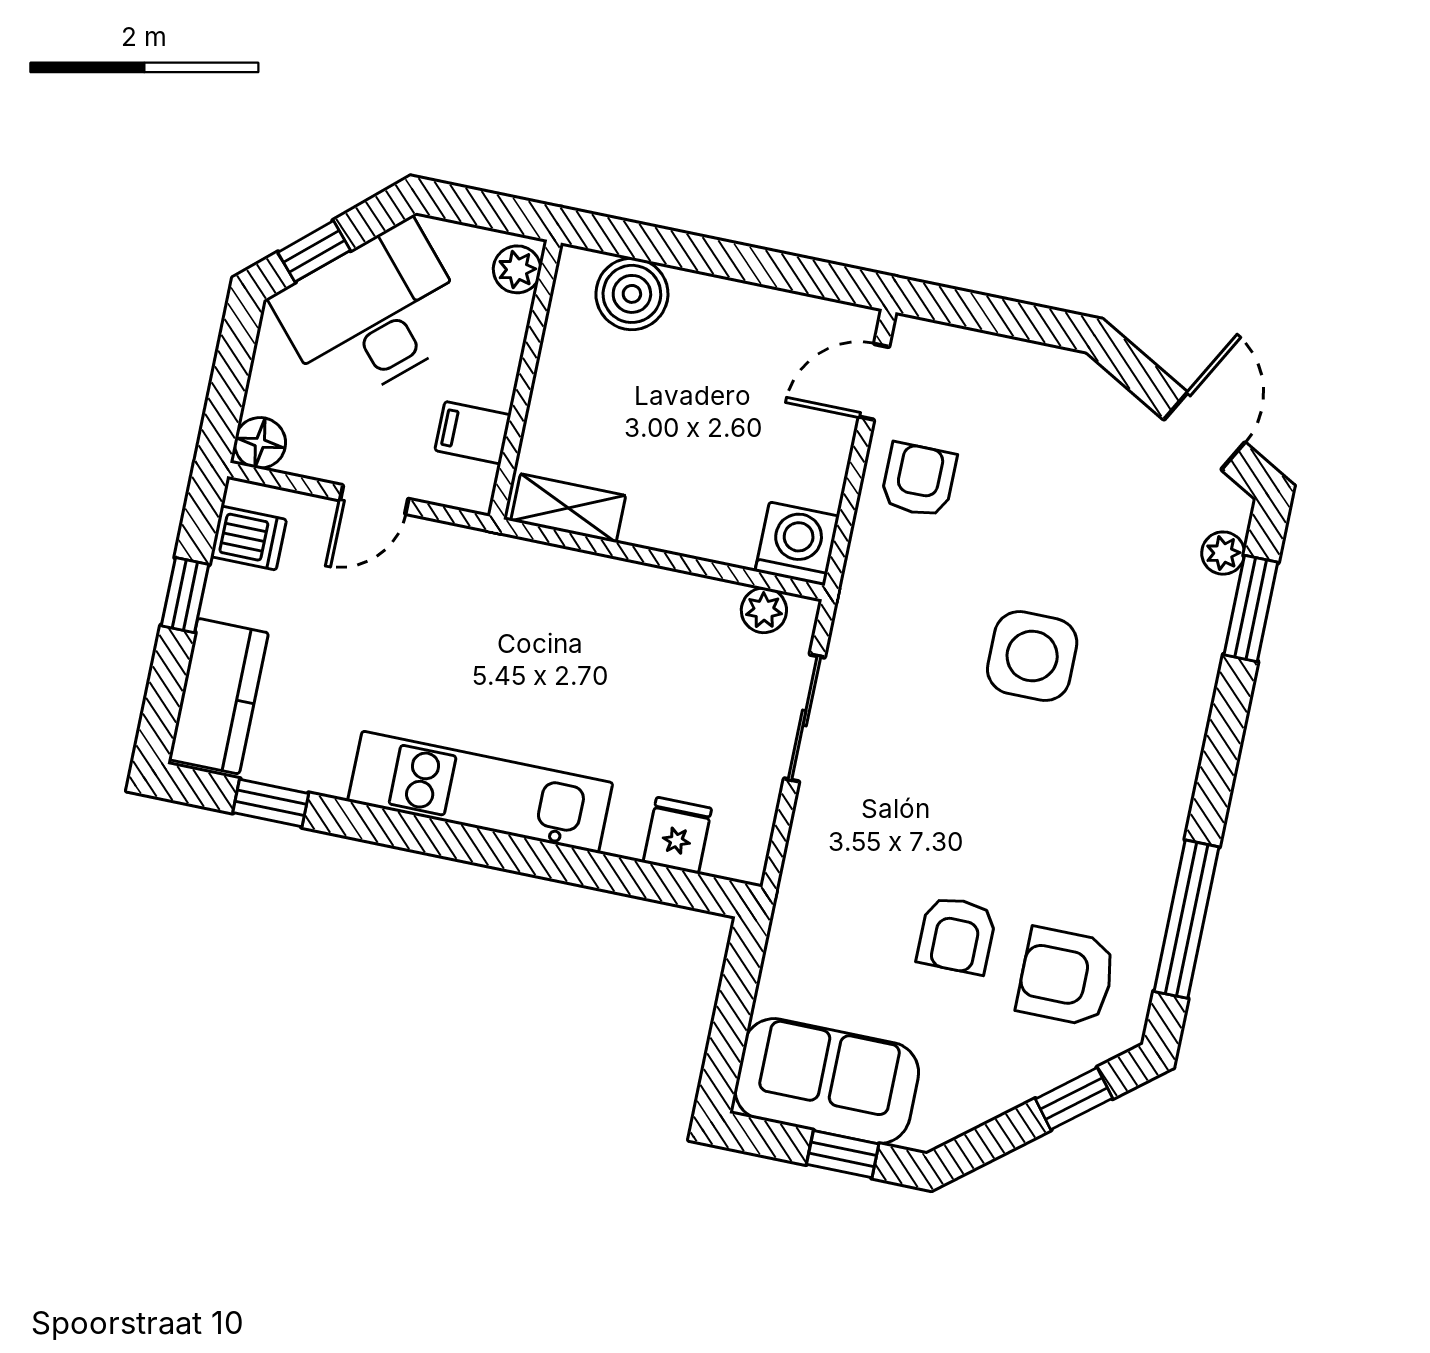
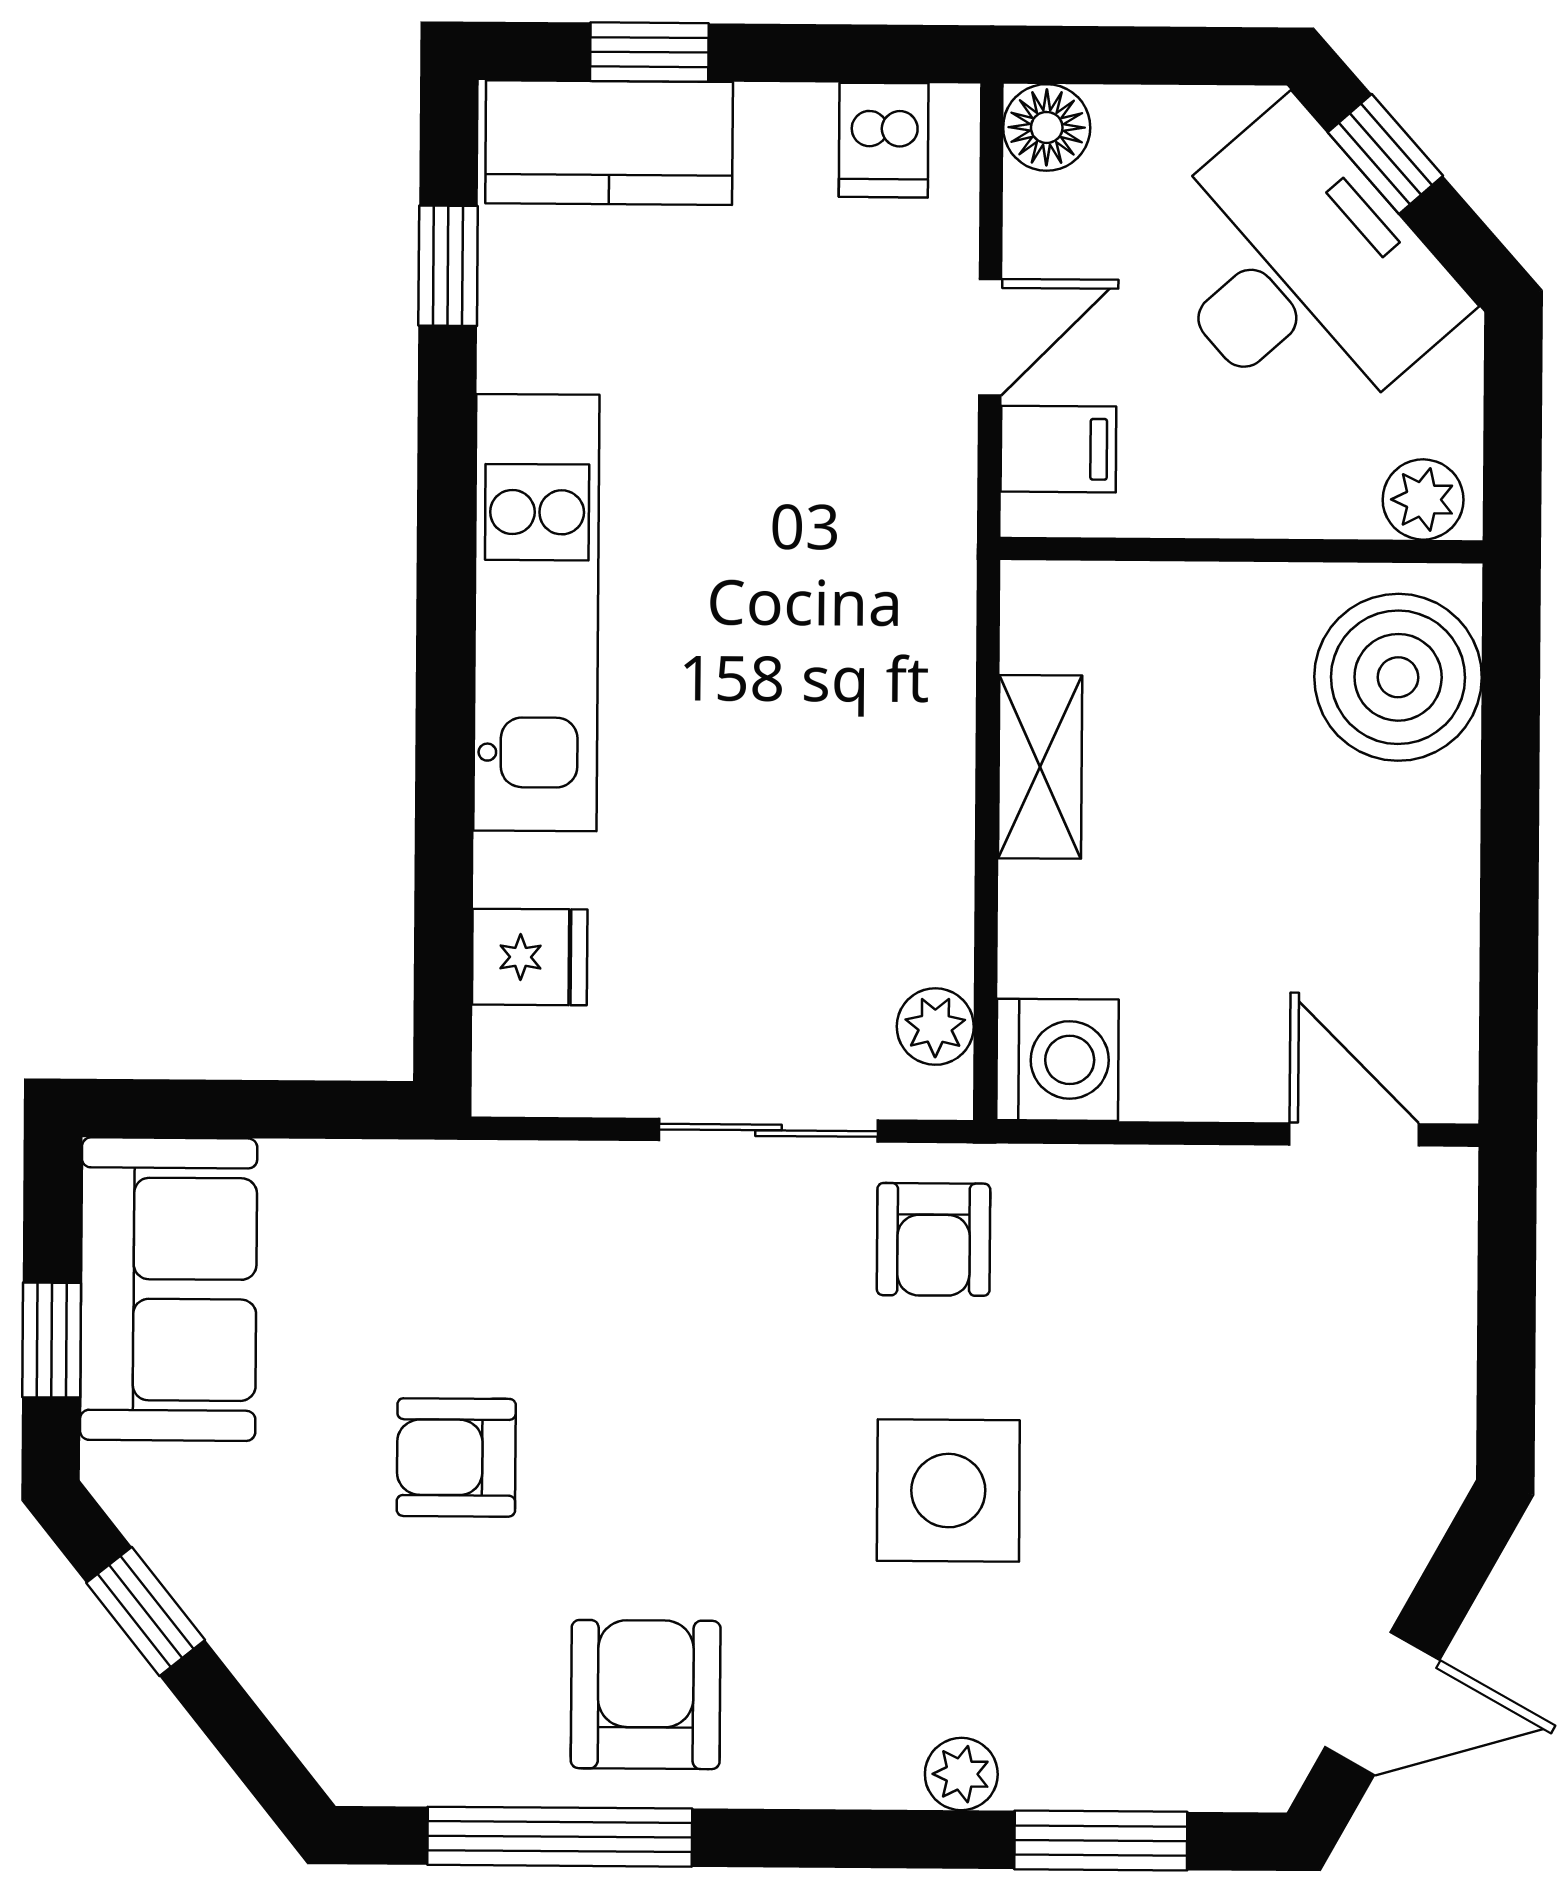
boiler: (632, 294) -> (1398, 677), width x1.37, depth x1.37
filing cabinet: (473, 433) -> (1058, 449), moved, turned 90
armchair: (919, 480) -> (934, 1239), moved, turned 90
door: (374, 500) -> (990, 337), swing flipped
shelving: (568, 508) -> (1040, 767), moved
plant: (1223, 553) -> (961, 1774), moved
window: (185, 595) -> (649, 52), moved
armchair: (1066, 977) -> (646, 1695), moved
window: (1074, 1099) -> (146, 1611), moved

